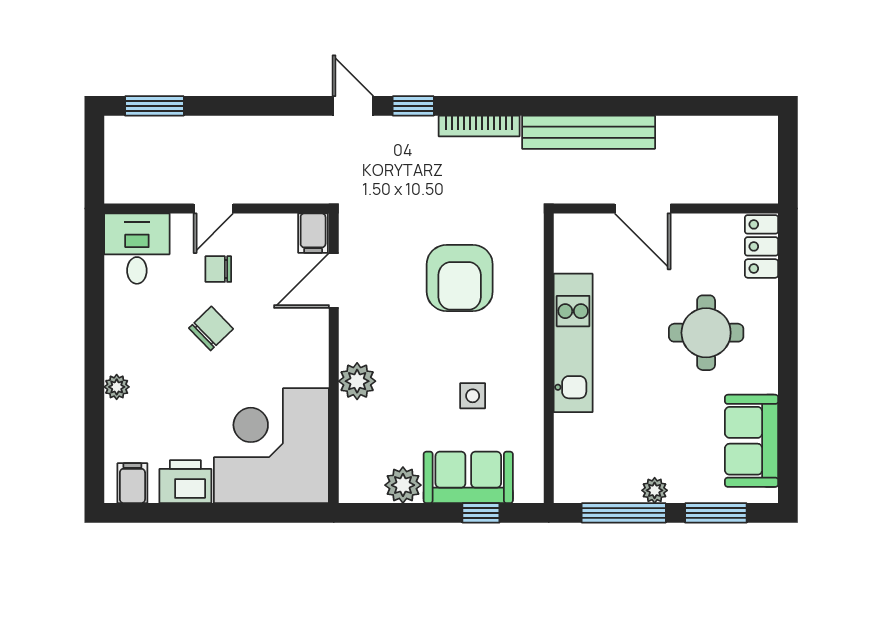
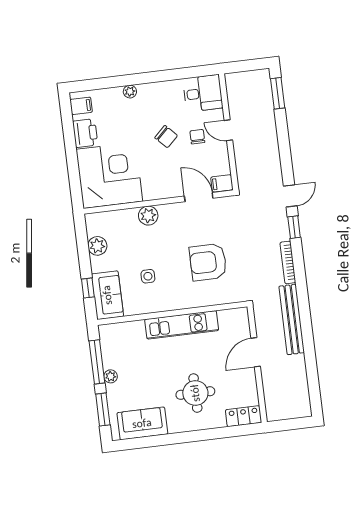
sofa: (468, 477) -> (107, 295), moved

